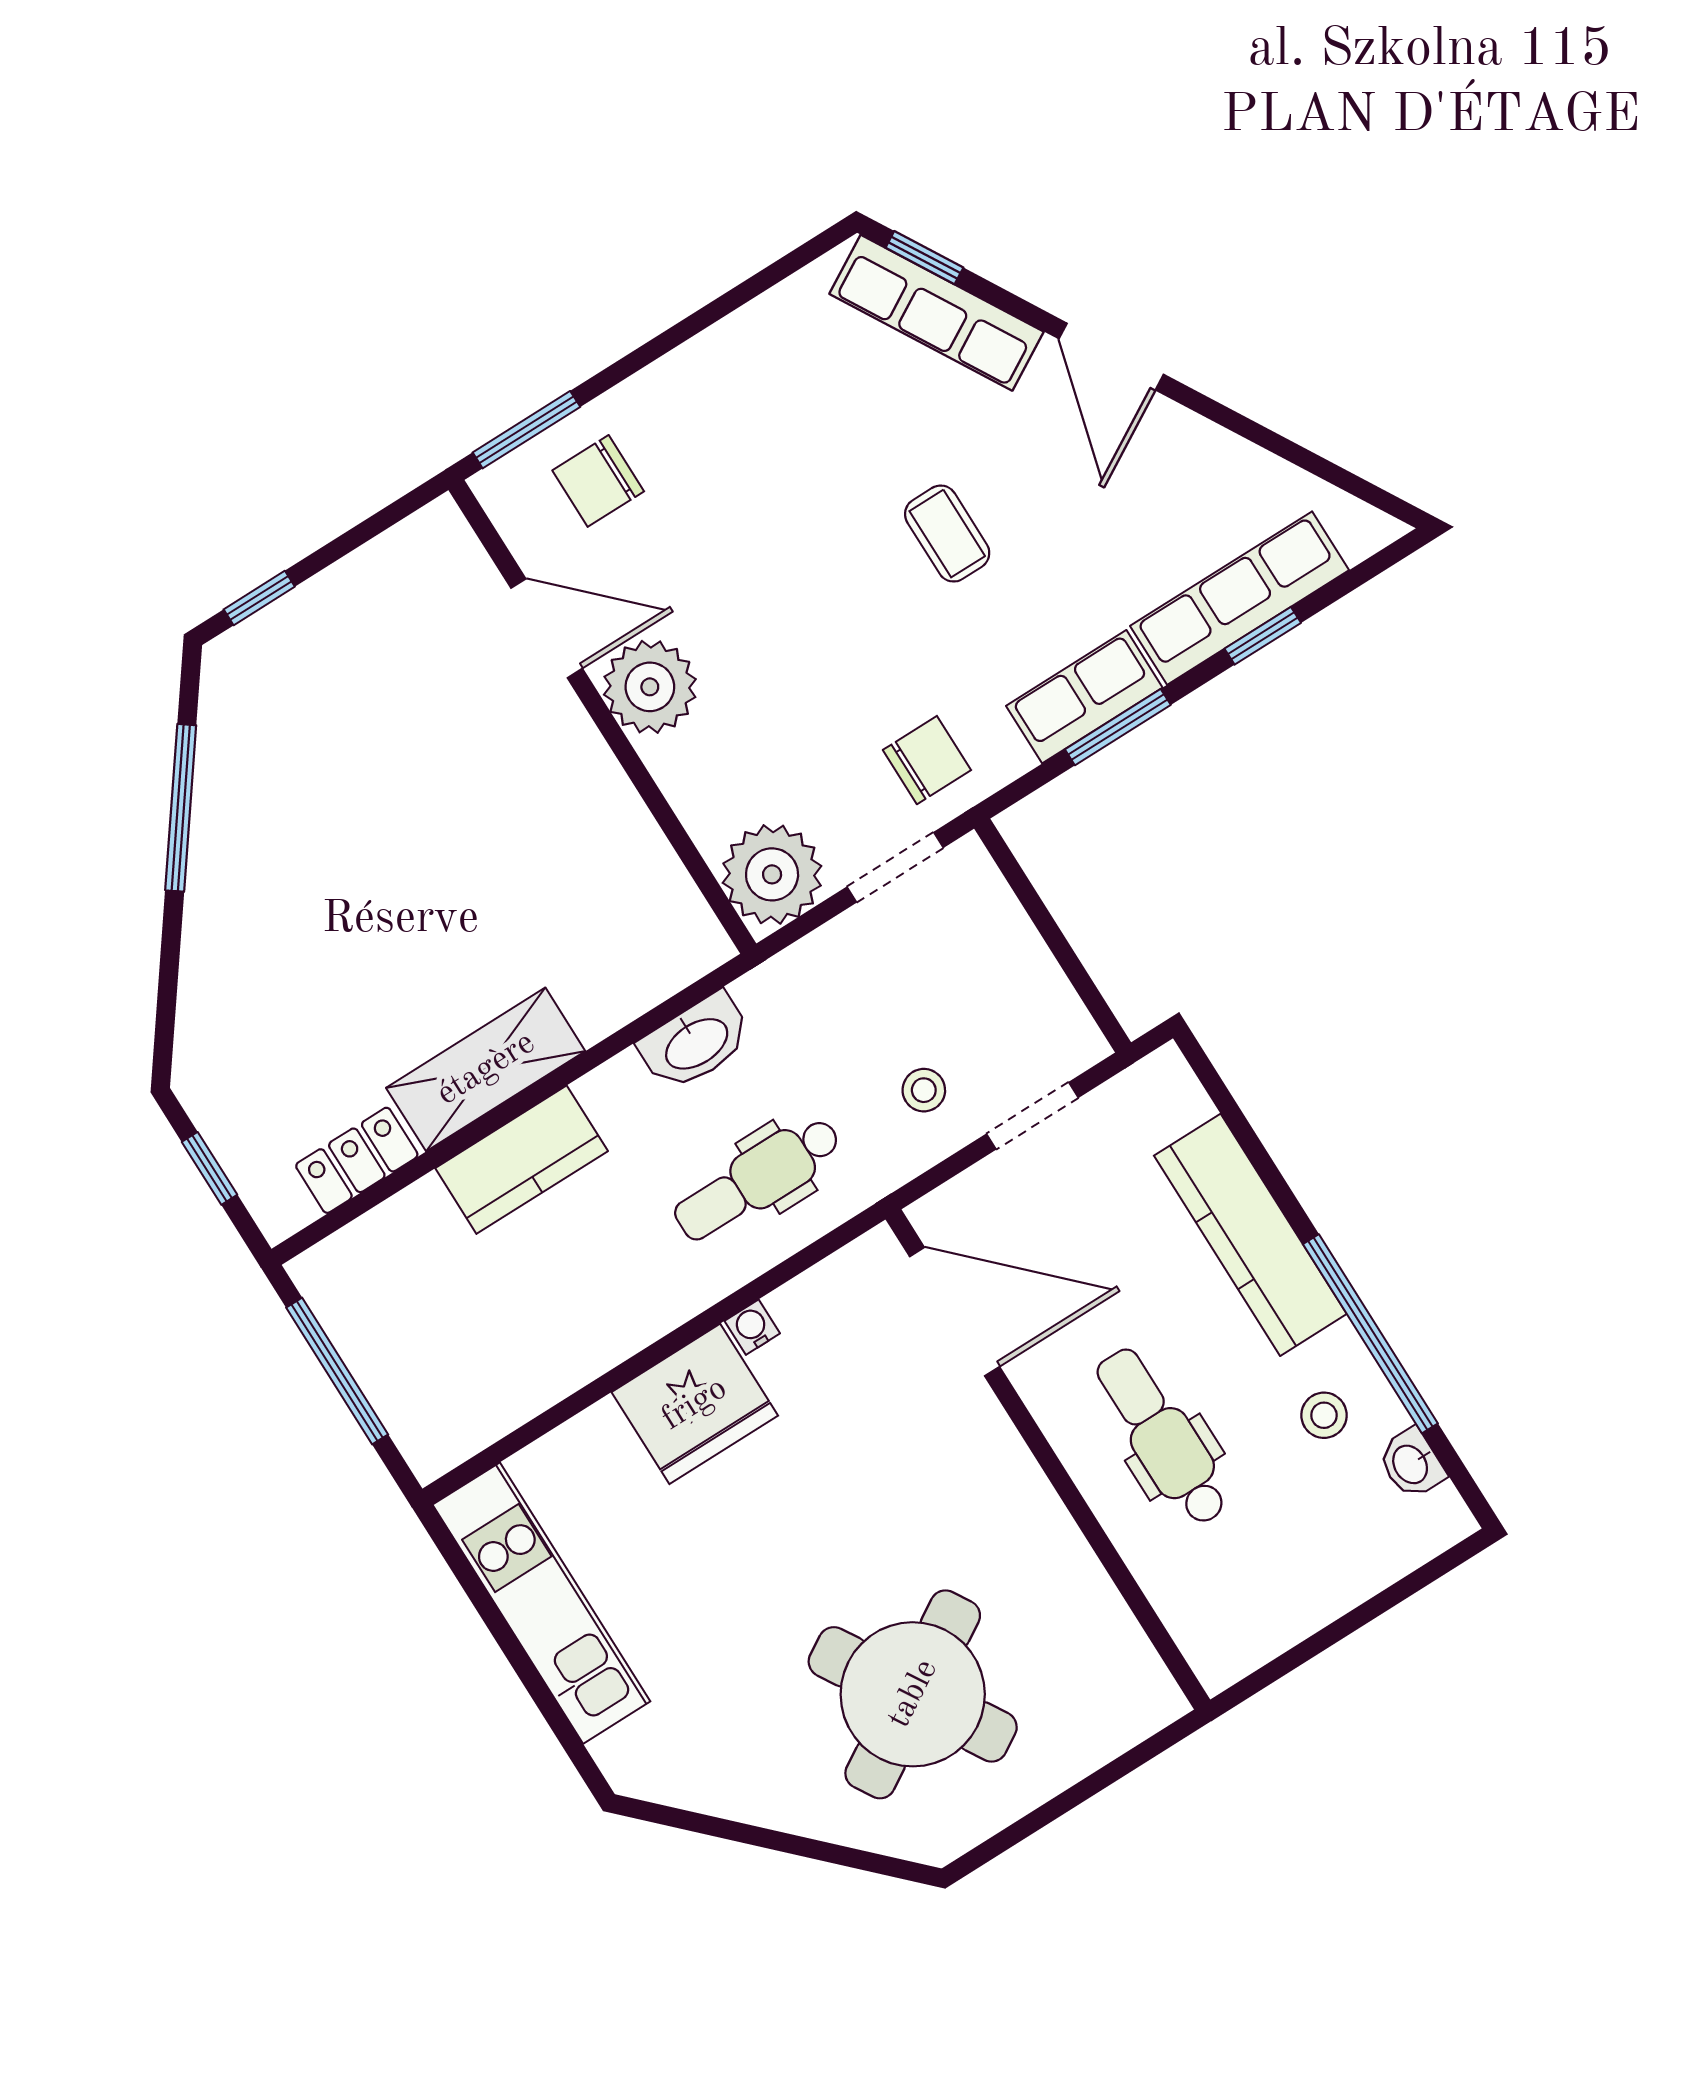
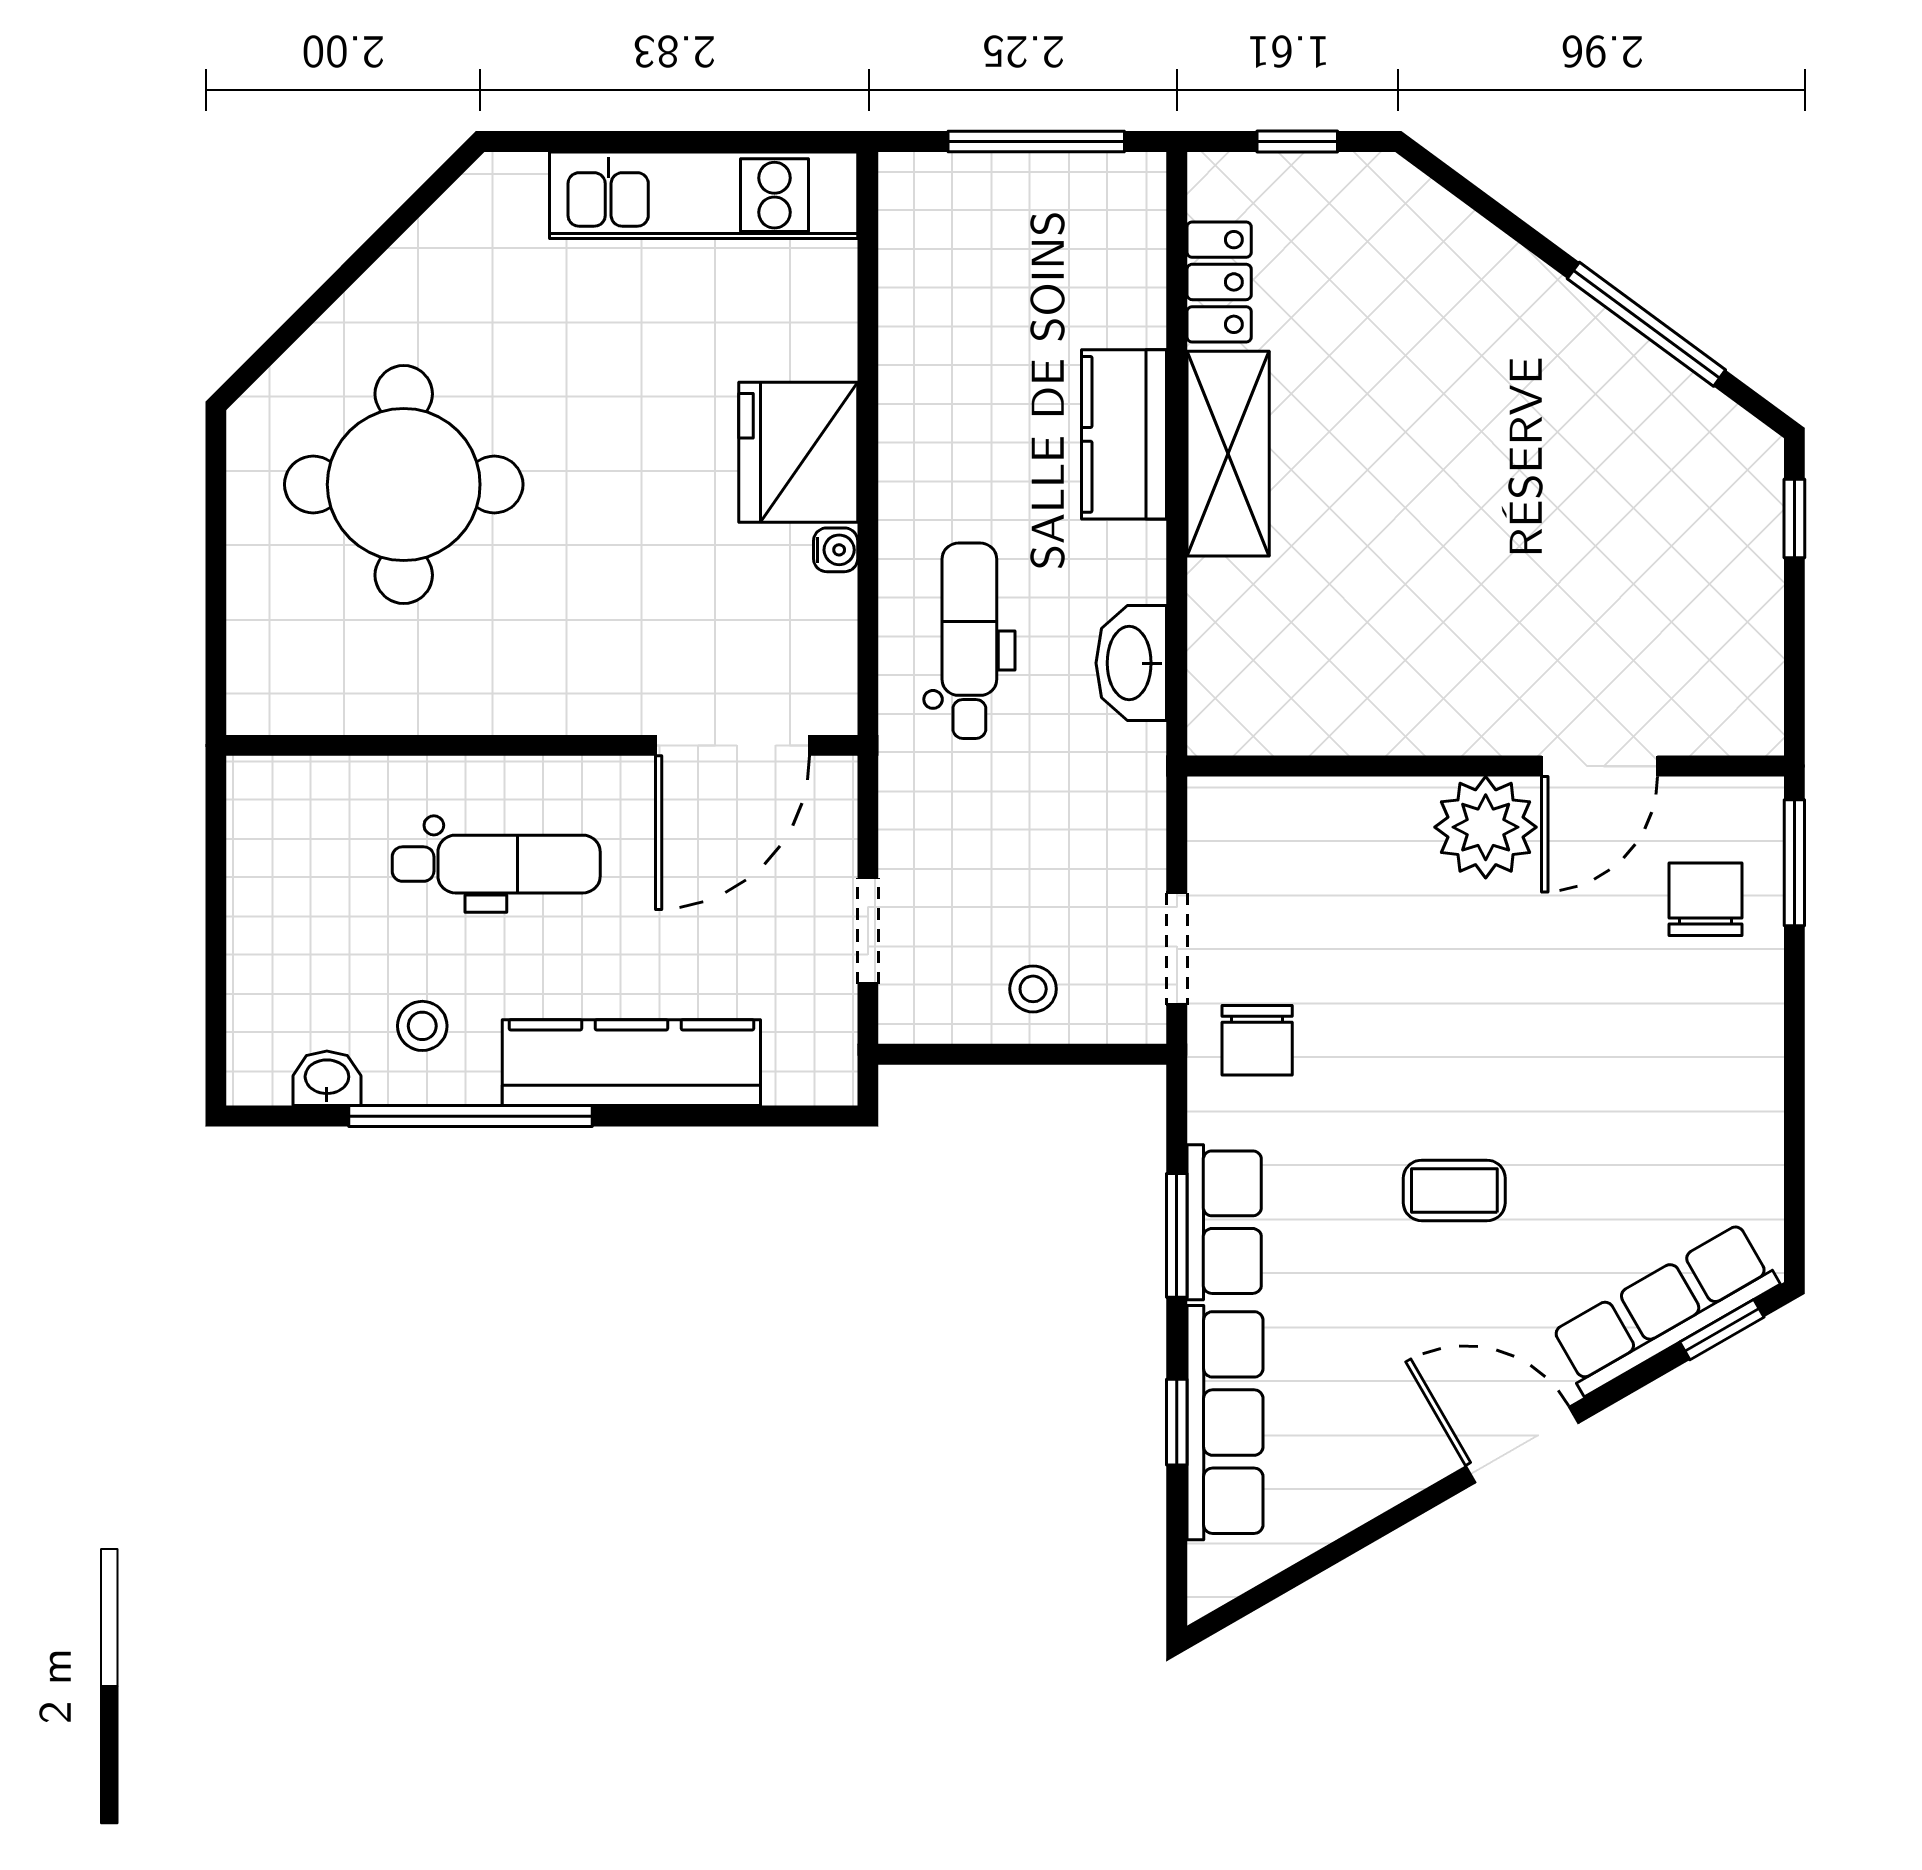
plant: (772, 874) -> (1242, 831), removed
stool: (924, 1090) -> (1033, 989), moved
round table: (913, 1694) -> (404, 484), turned 31

